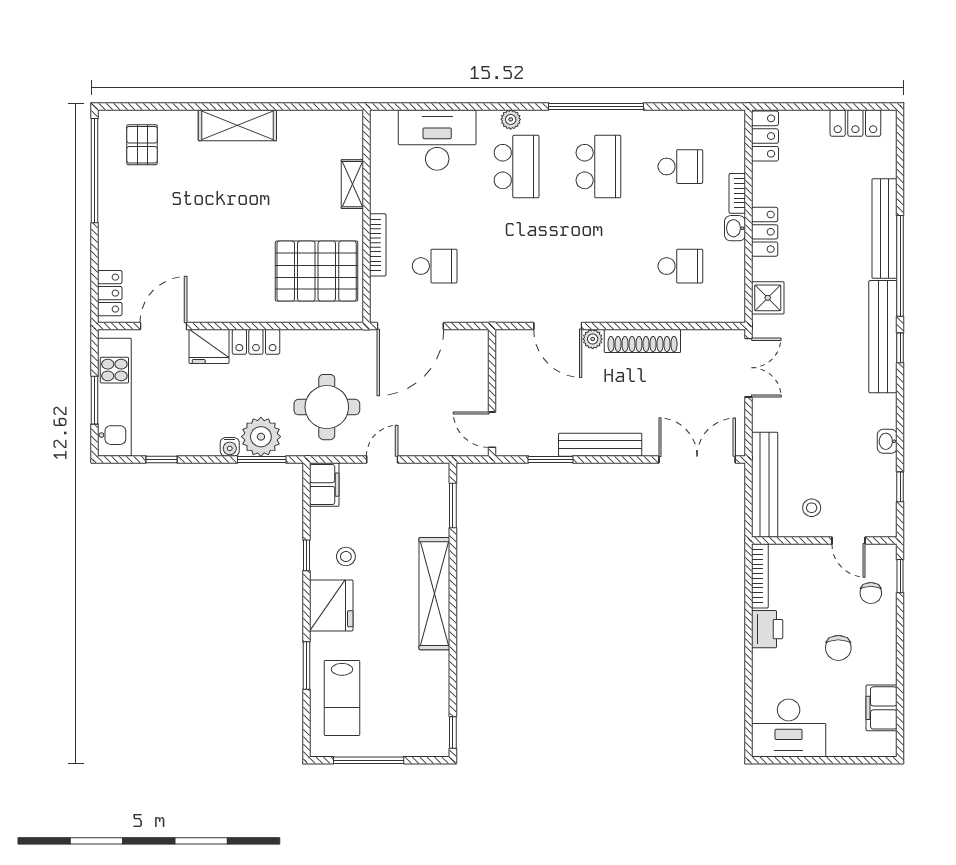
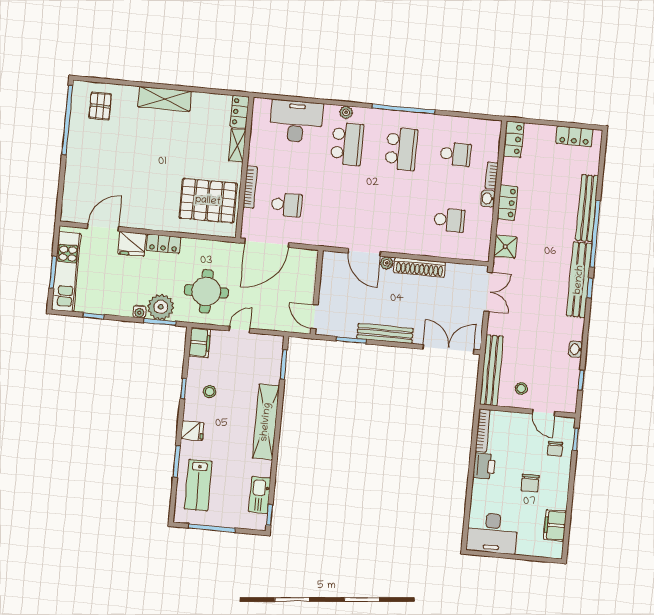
locker: (110, 293) -> (240, 112), moved, turned 180
fridge: (331, 605) -> (192, 431), width x0.53, depth x0.75
kitchen sink: (436, 704) -> (260, 495), added

